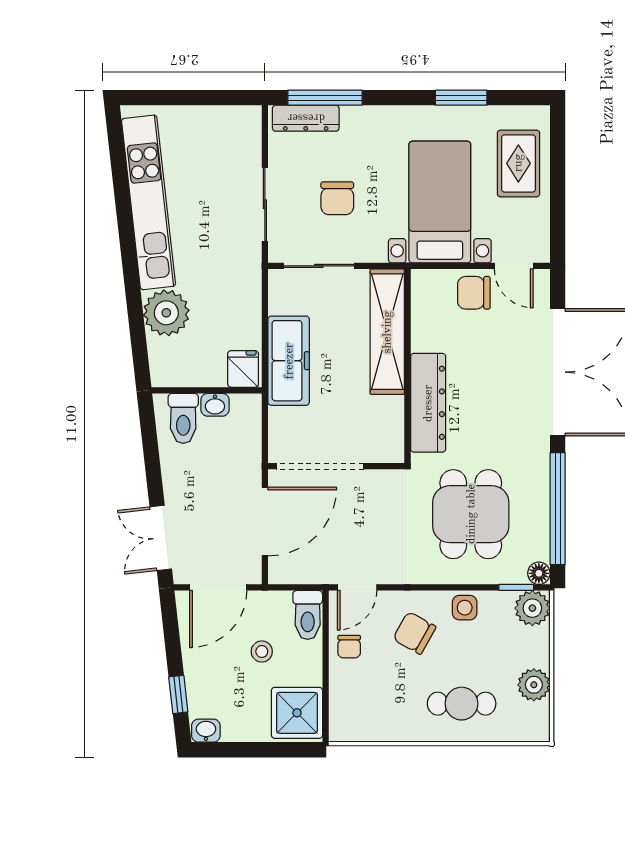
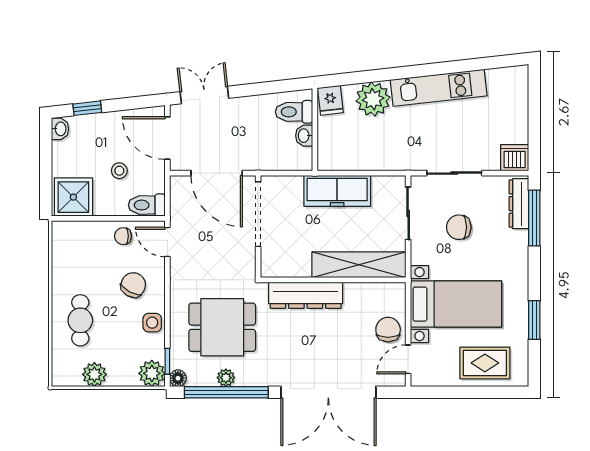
dishwasher: (244, 124) -> (515, 158), added
kitchen unit: (149, 202) -> (439, 88), width x0.73
fridge: (243, 369) -> (330, 100), moved, turned 84
plant: (538, 509) -> (226, 378), added

